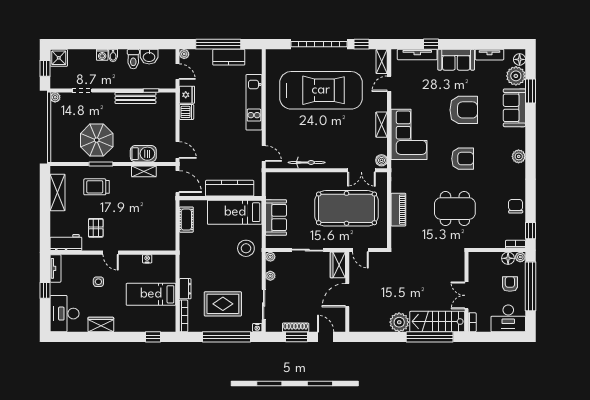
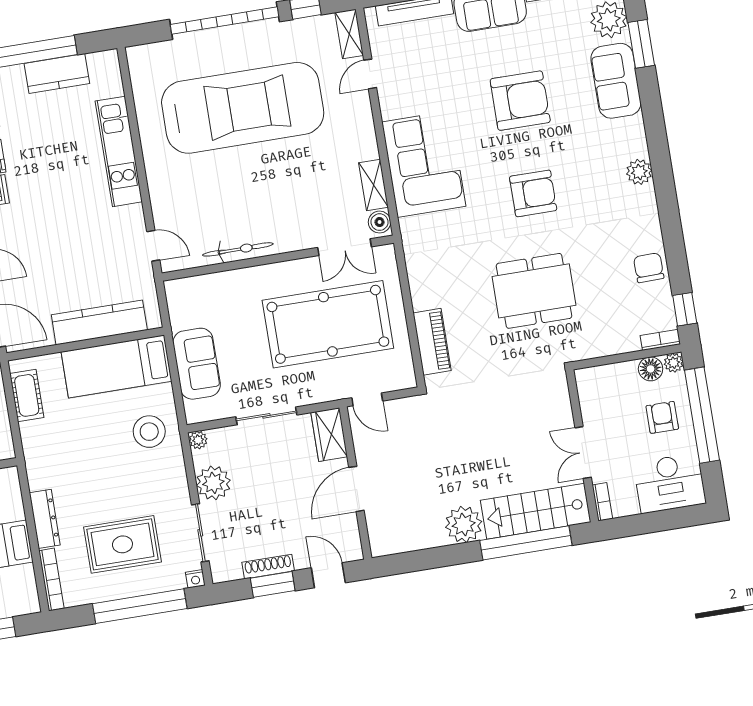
shelving: (382, 125) -> (374, 185), moved
piano: (398, 210) -> (432, 342), moved
plant: (270, 276) -> (213, 483), width x1.88, depth x1.88
dresser: (185, 289) -> (45, 519), width x1.44

